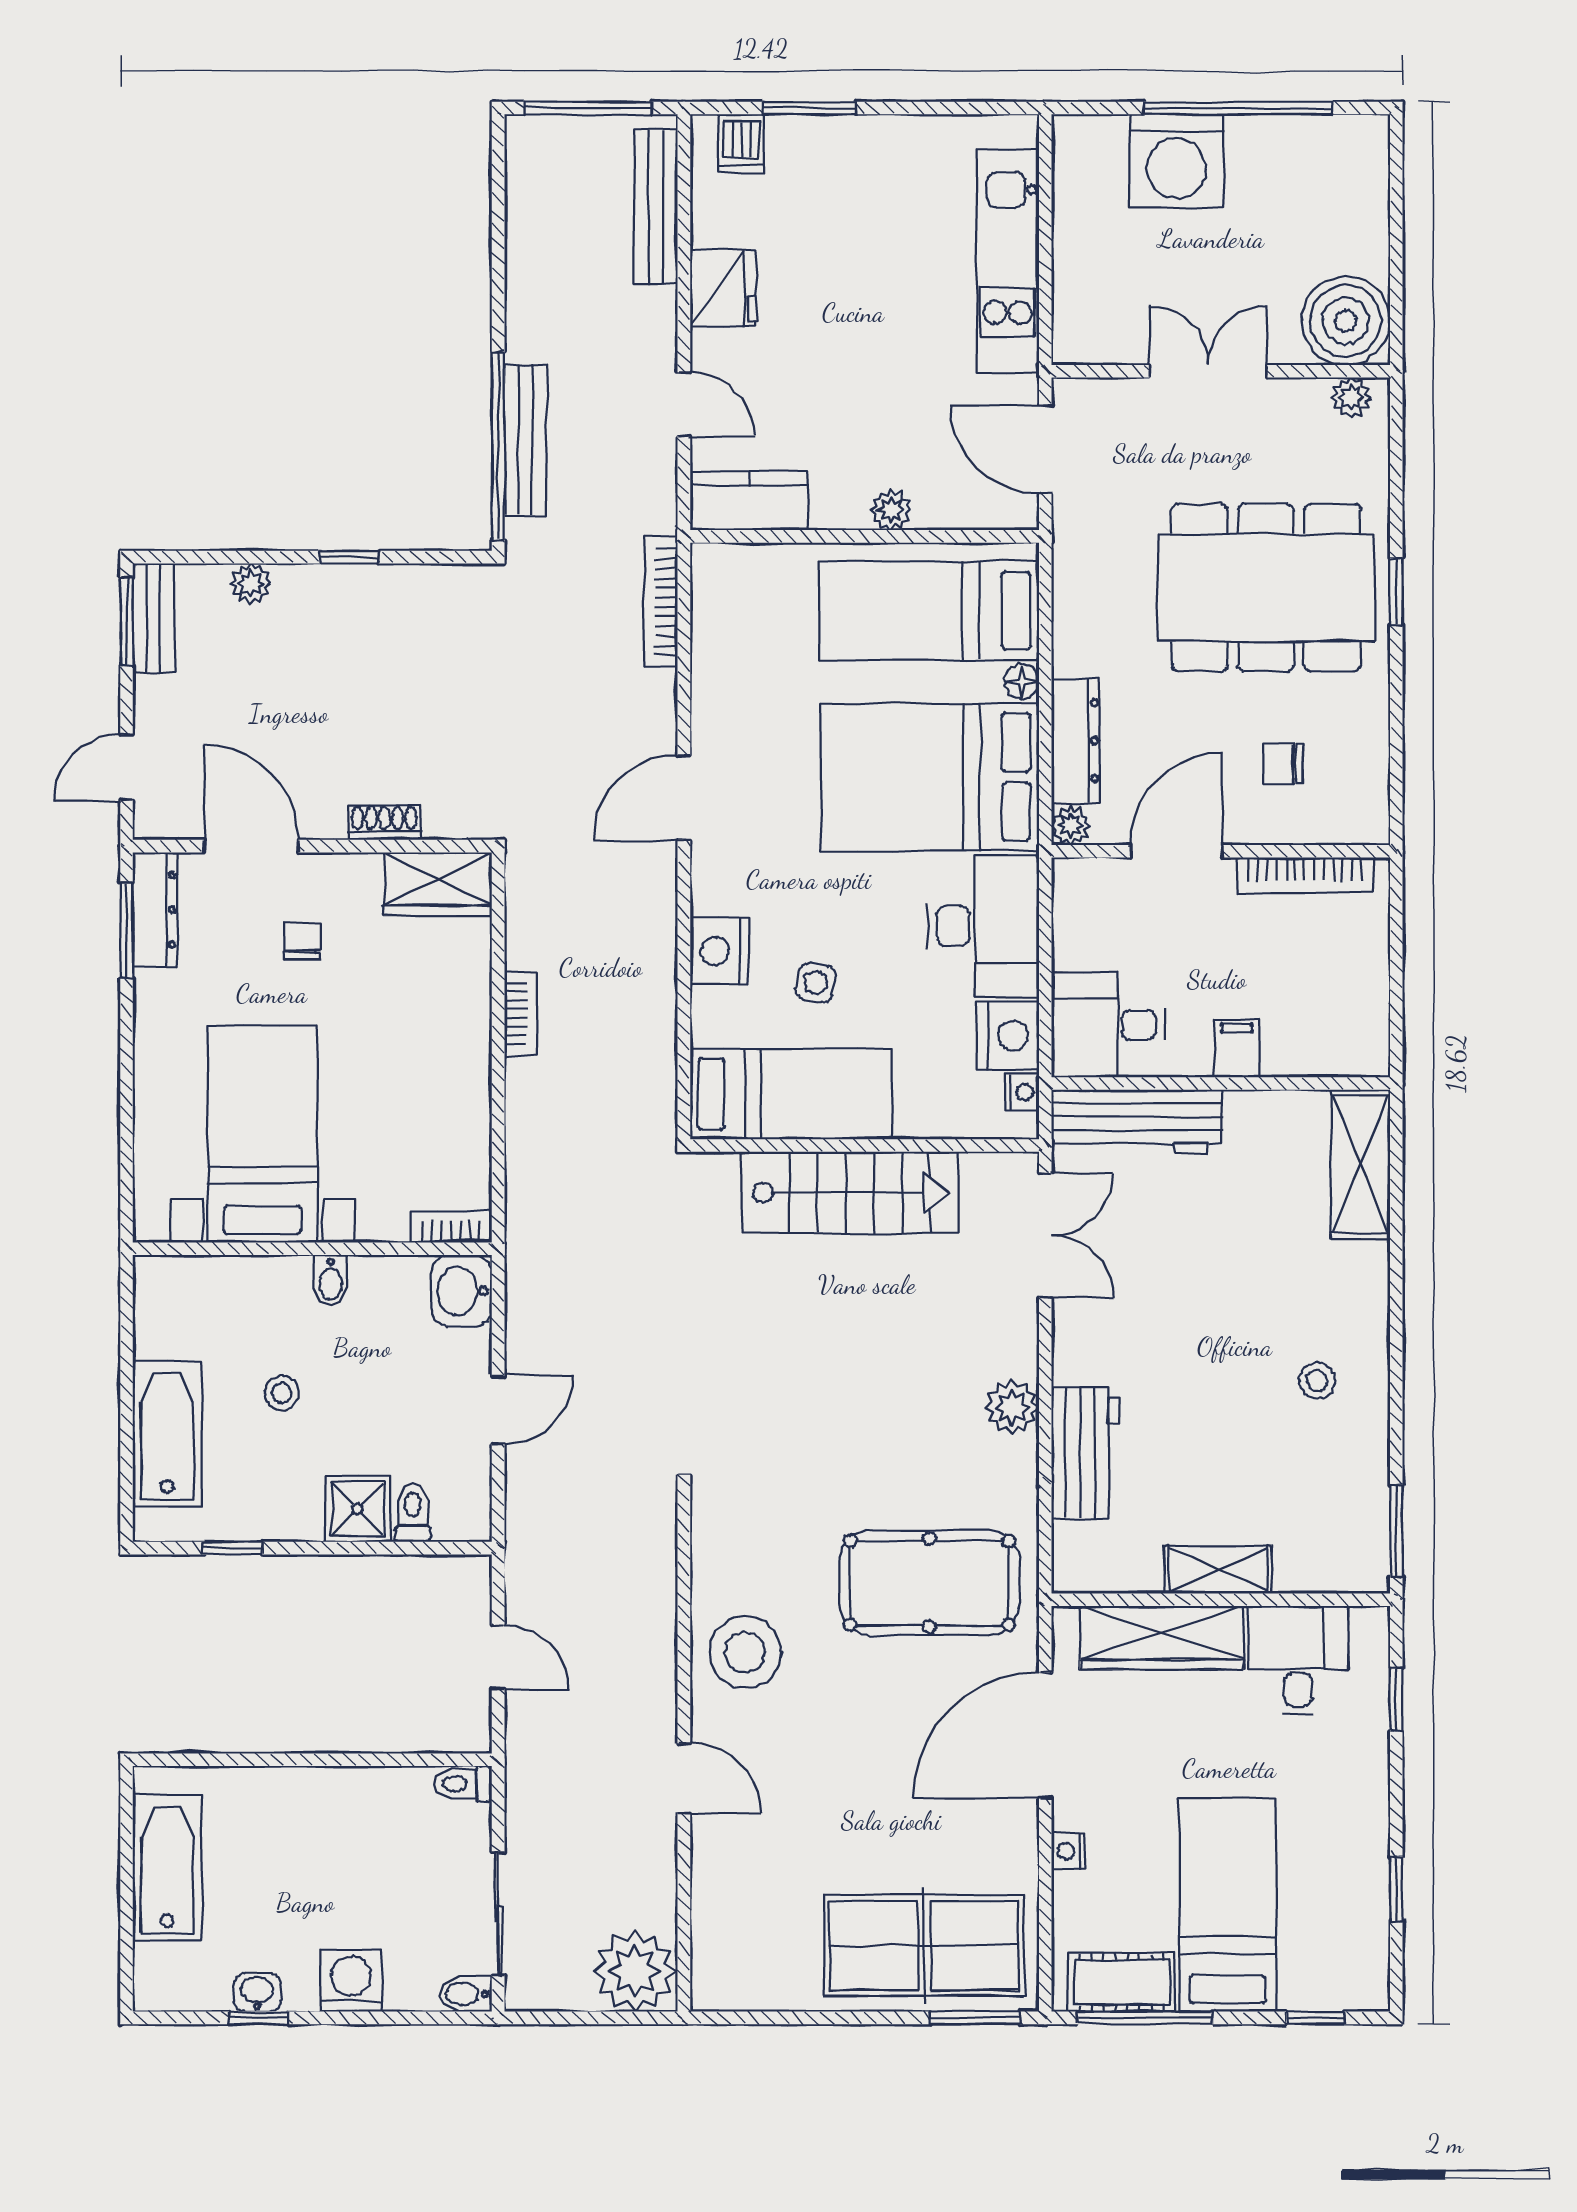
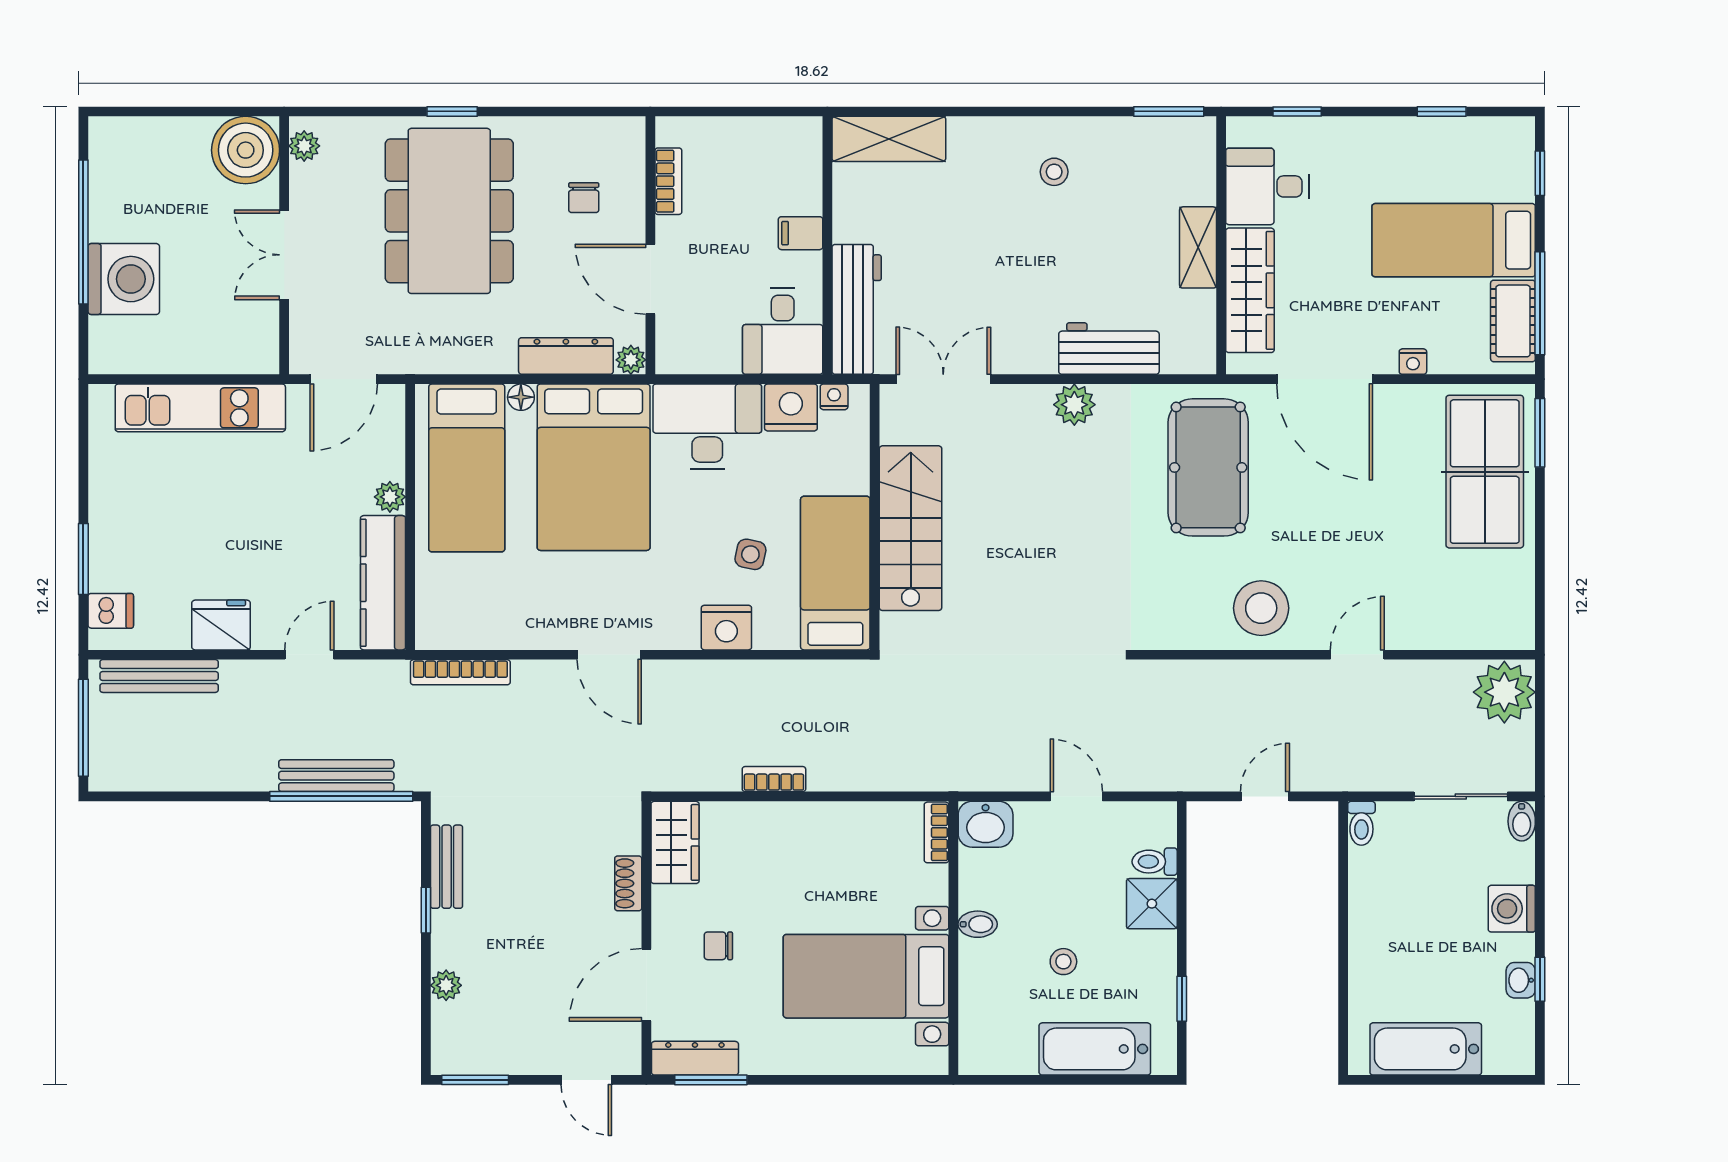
kitchen counter: (749, 501) -> (383, 583), width x1.50
bench: (154, 618) -> (447, 867), moved, turned 90
bookcase: (1305, 875) -> (668, 181), width x0.64

